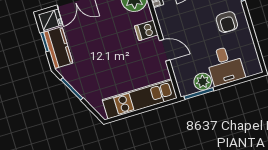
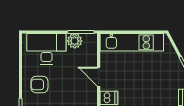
armchair: (227, 22) -> (39, 85), turned -90
desk: (225, 65) -> (46, 49), width x1.37

